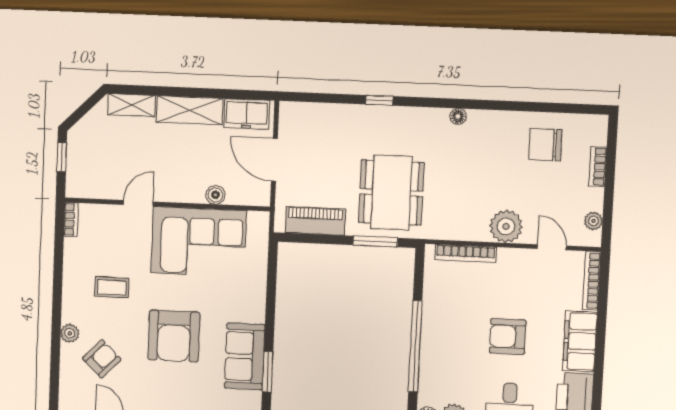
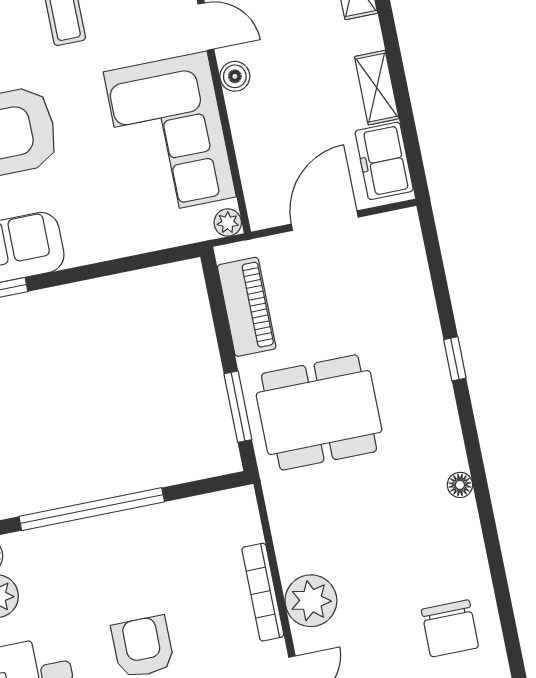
shelving: (190, 110) -> (377, 88), width x0.67, depth x0.75
chair: (545, 145) -> (450, 628), turned 180
boiler: (215, 195) -> (235, 76), moved
plant: (261, 220) -> (228, 223), added
bookcase: (466, 253) -> (263, 592), moved

